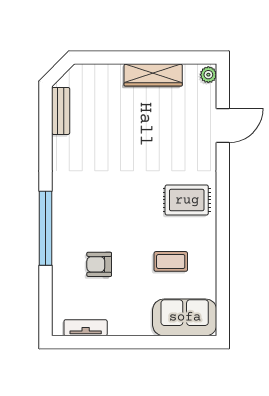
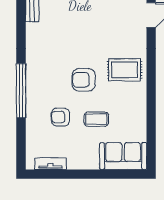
armchair: (131, 214) -> (84, 80), added
coffee table: (171, 261) -> (96, 119), moved

